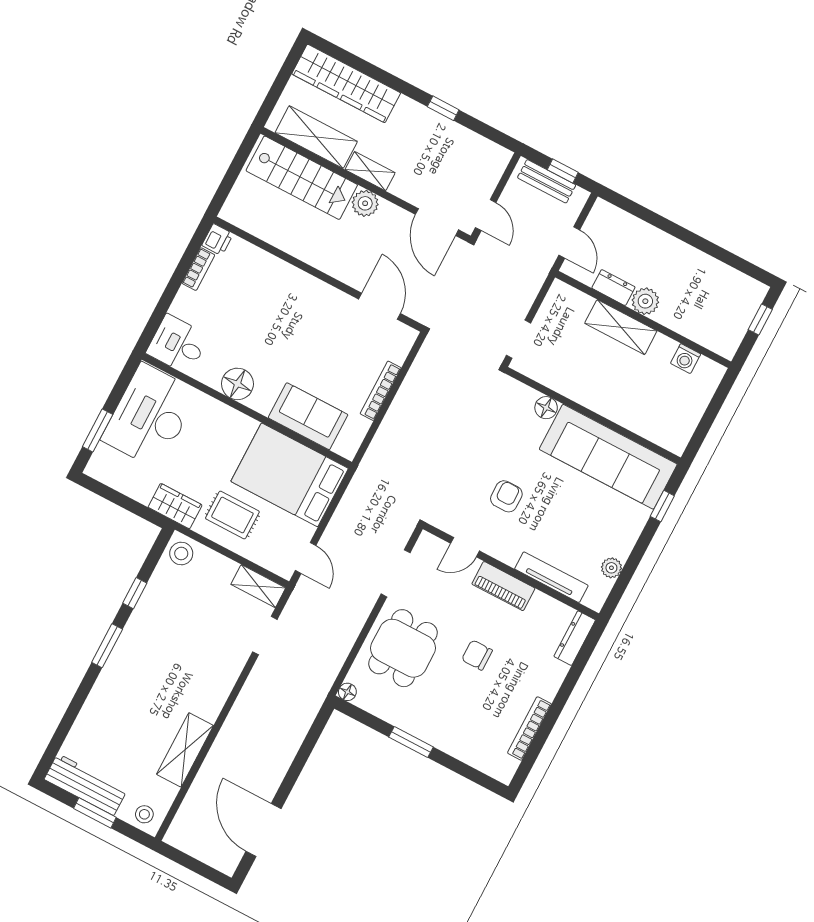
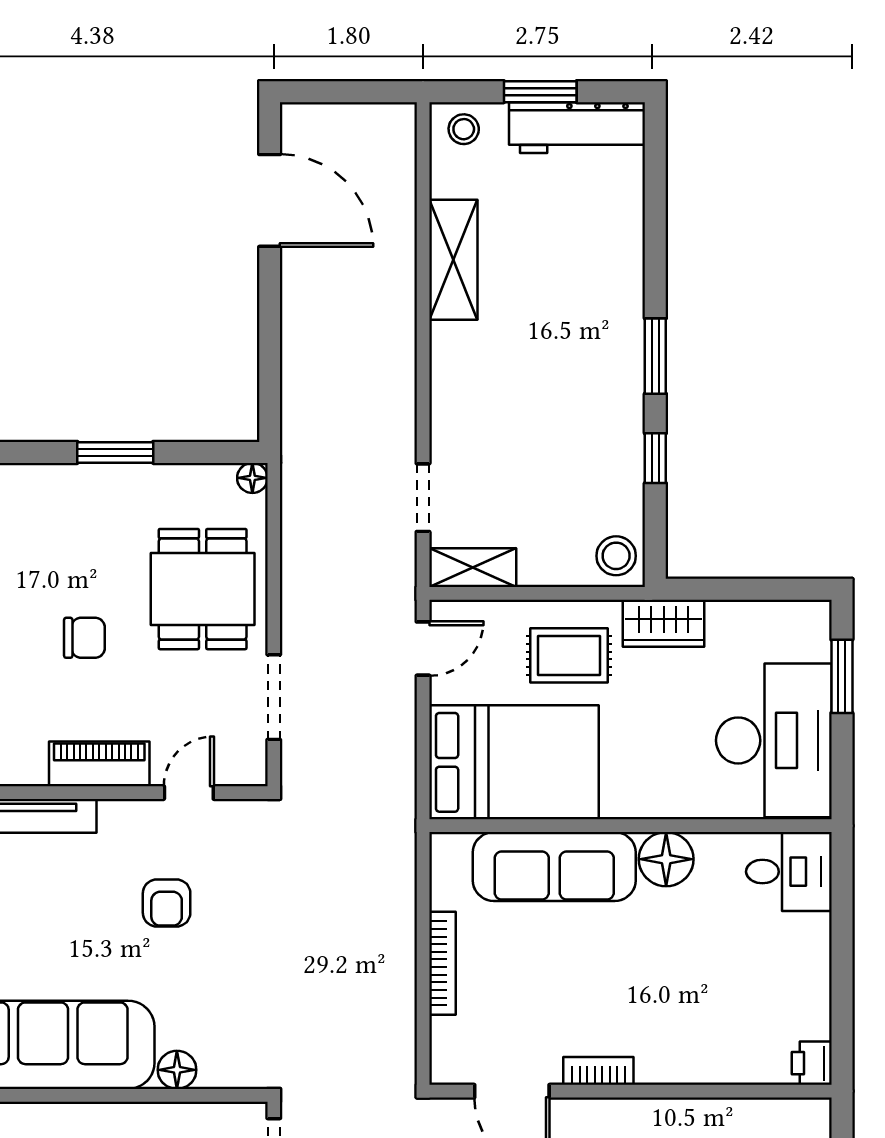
bookcase: (198, 269) -> (598, 1071), moved, turned 90
sofa: (308, 416) -> (554, 866), width x1.36
door: (306, 558) -> (423, 649), swing flipped

